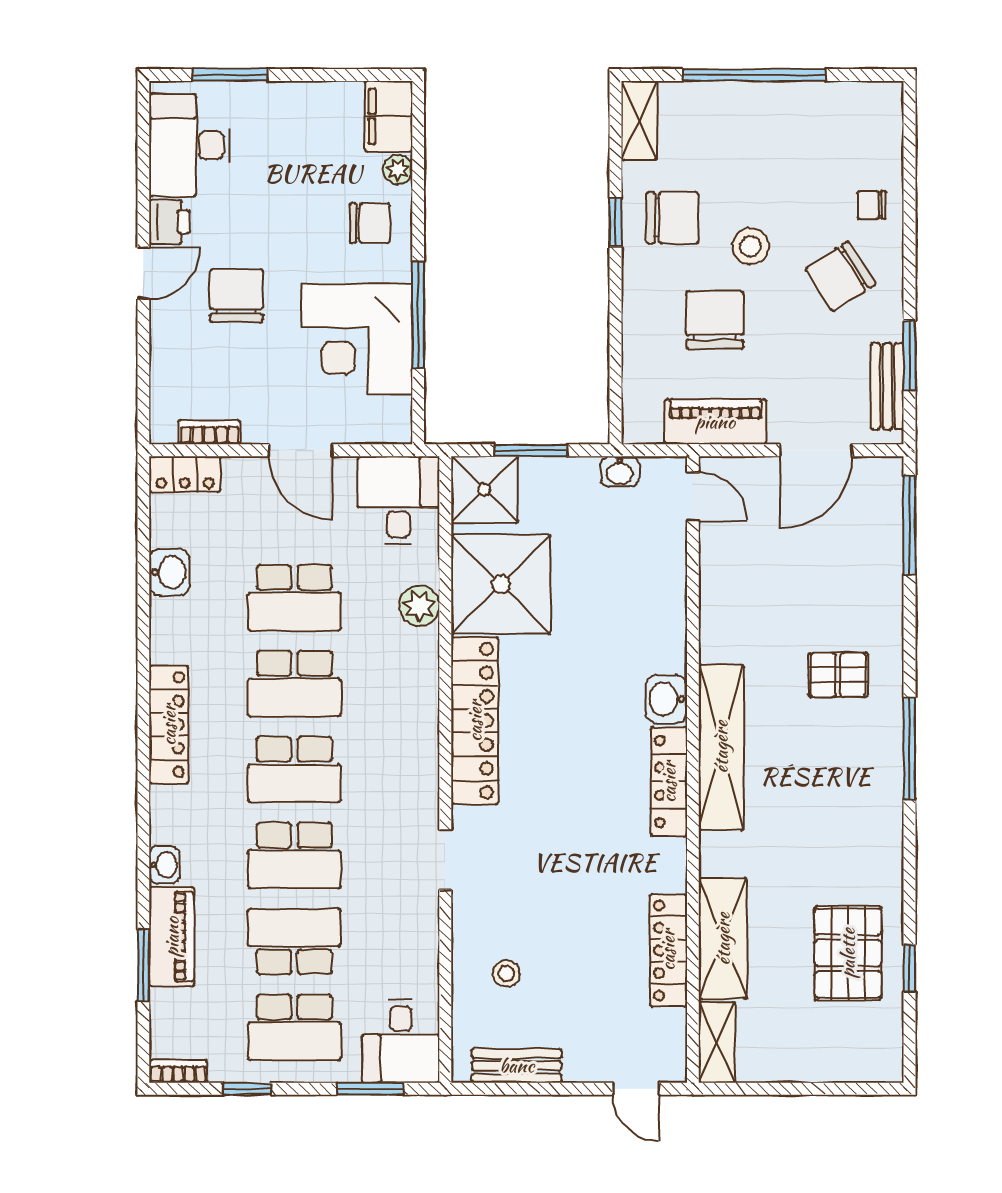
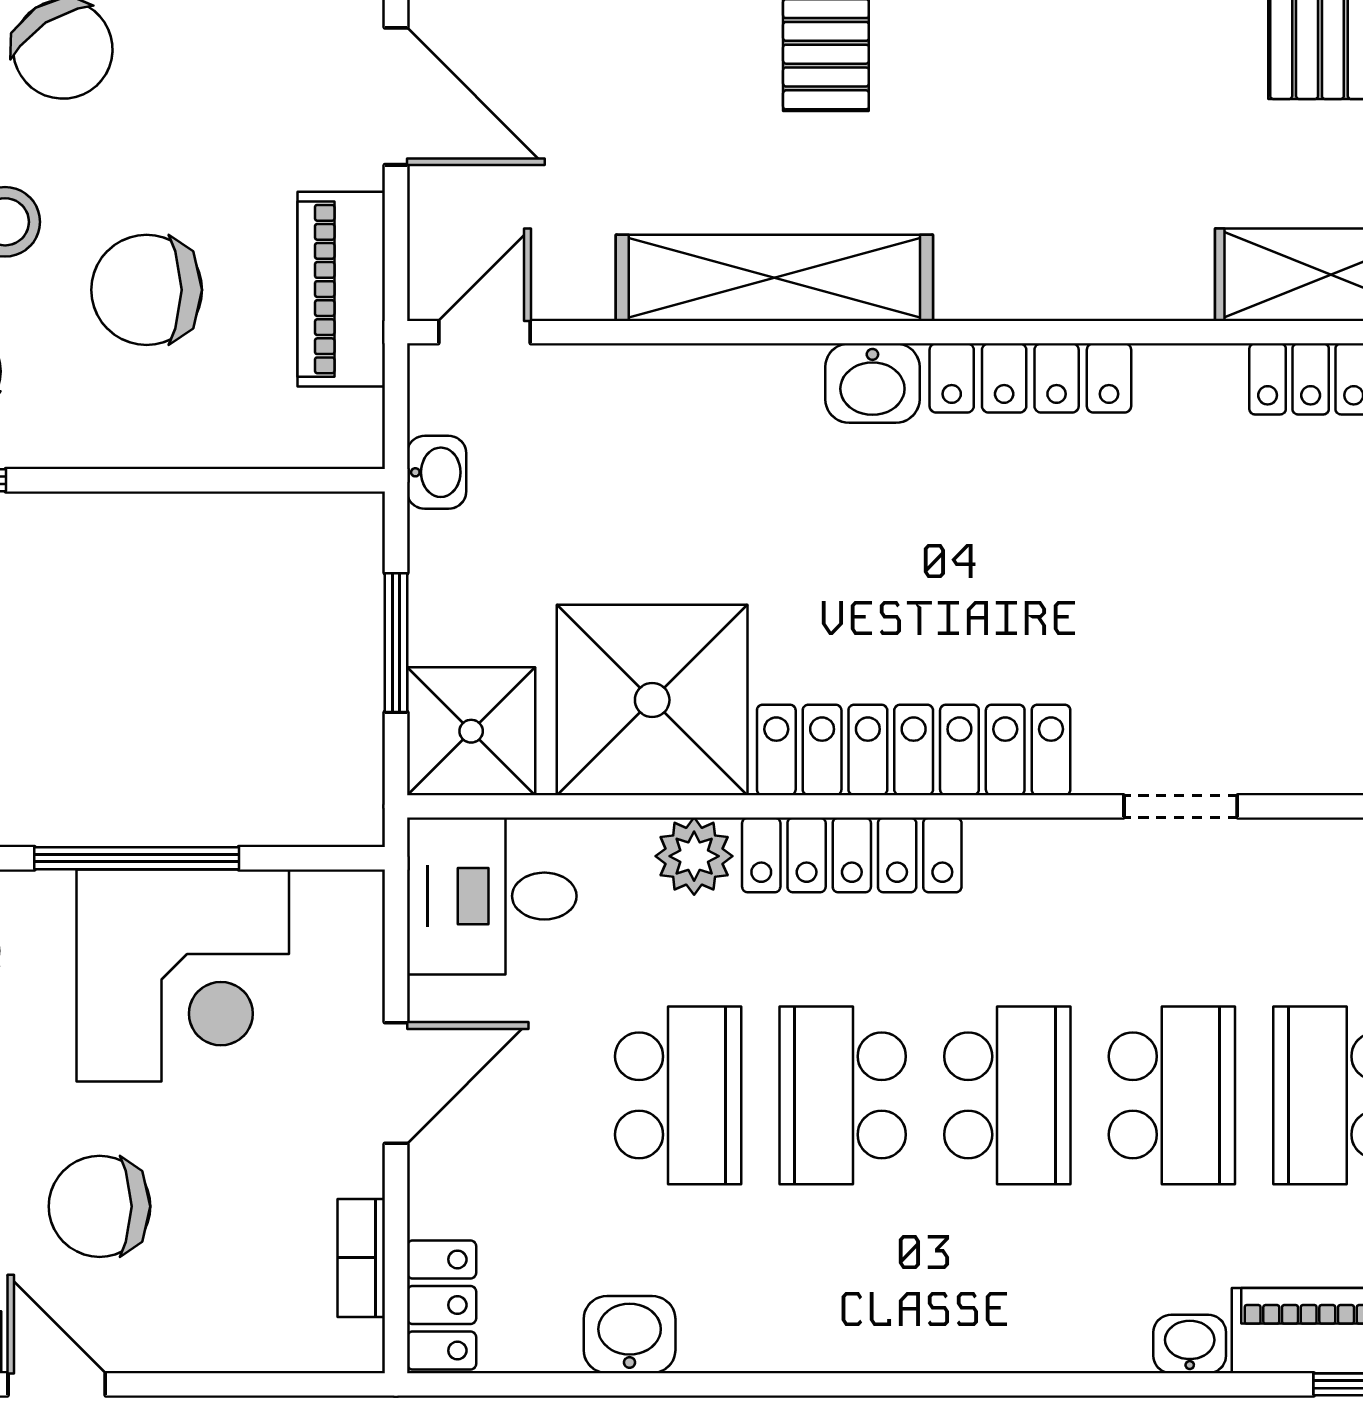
school desk: (294, 684) -> (843, 1095), turned 180
locker: (169, 725) -> (852, 855), moved, turned 180
shelving: (721, 747) -> (774, 278), moved

